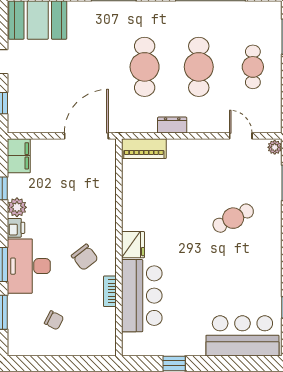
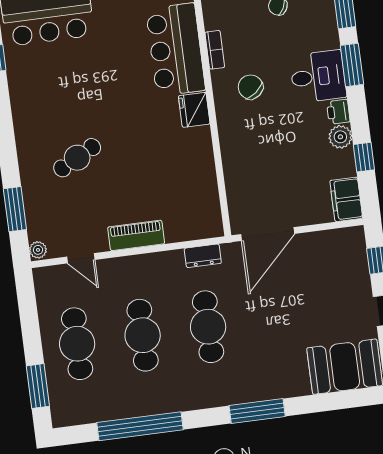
cafe table: (253, 67) -> (77, 344), width x1.37, depth x1.35
dresser: (172, 125) -> (203, 256), moved
piano: (144, 149) -> (136, 235), moved
desk: (29, 266) -> (318, 77), width x0.73

